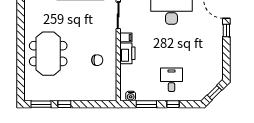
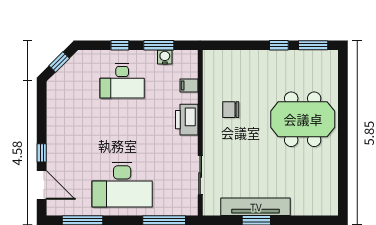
filing cabinet: (126, 37) -> (189, 85), moved
meeting table: (48, 54) -> (303, 119), turned 90
desk: (172, 80) -> (122, 81), width x1.37
water cooler: (131, 96) -> (165, 57), moved

